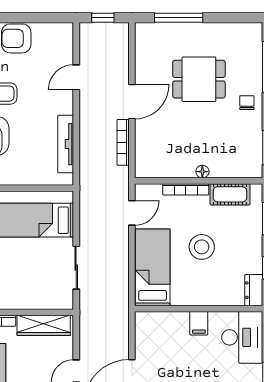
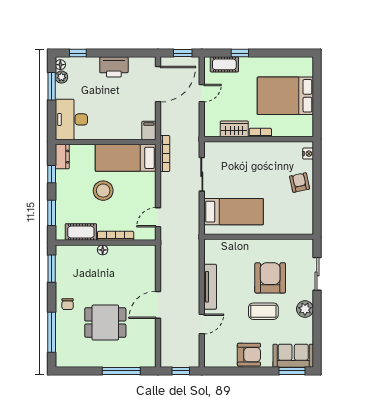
bookcase: (123, 142) -> (165, 154), moved
tv unit: (66, 144) -> (210, 287), moved
bed: (153, 267) -> (126, 158), moved, turned 90
filing cabinet: (199, 323) -> (149, 131), moved
wardrobe: (44, 325) -> (234, 129), width x0.67

